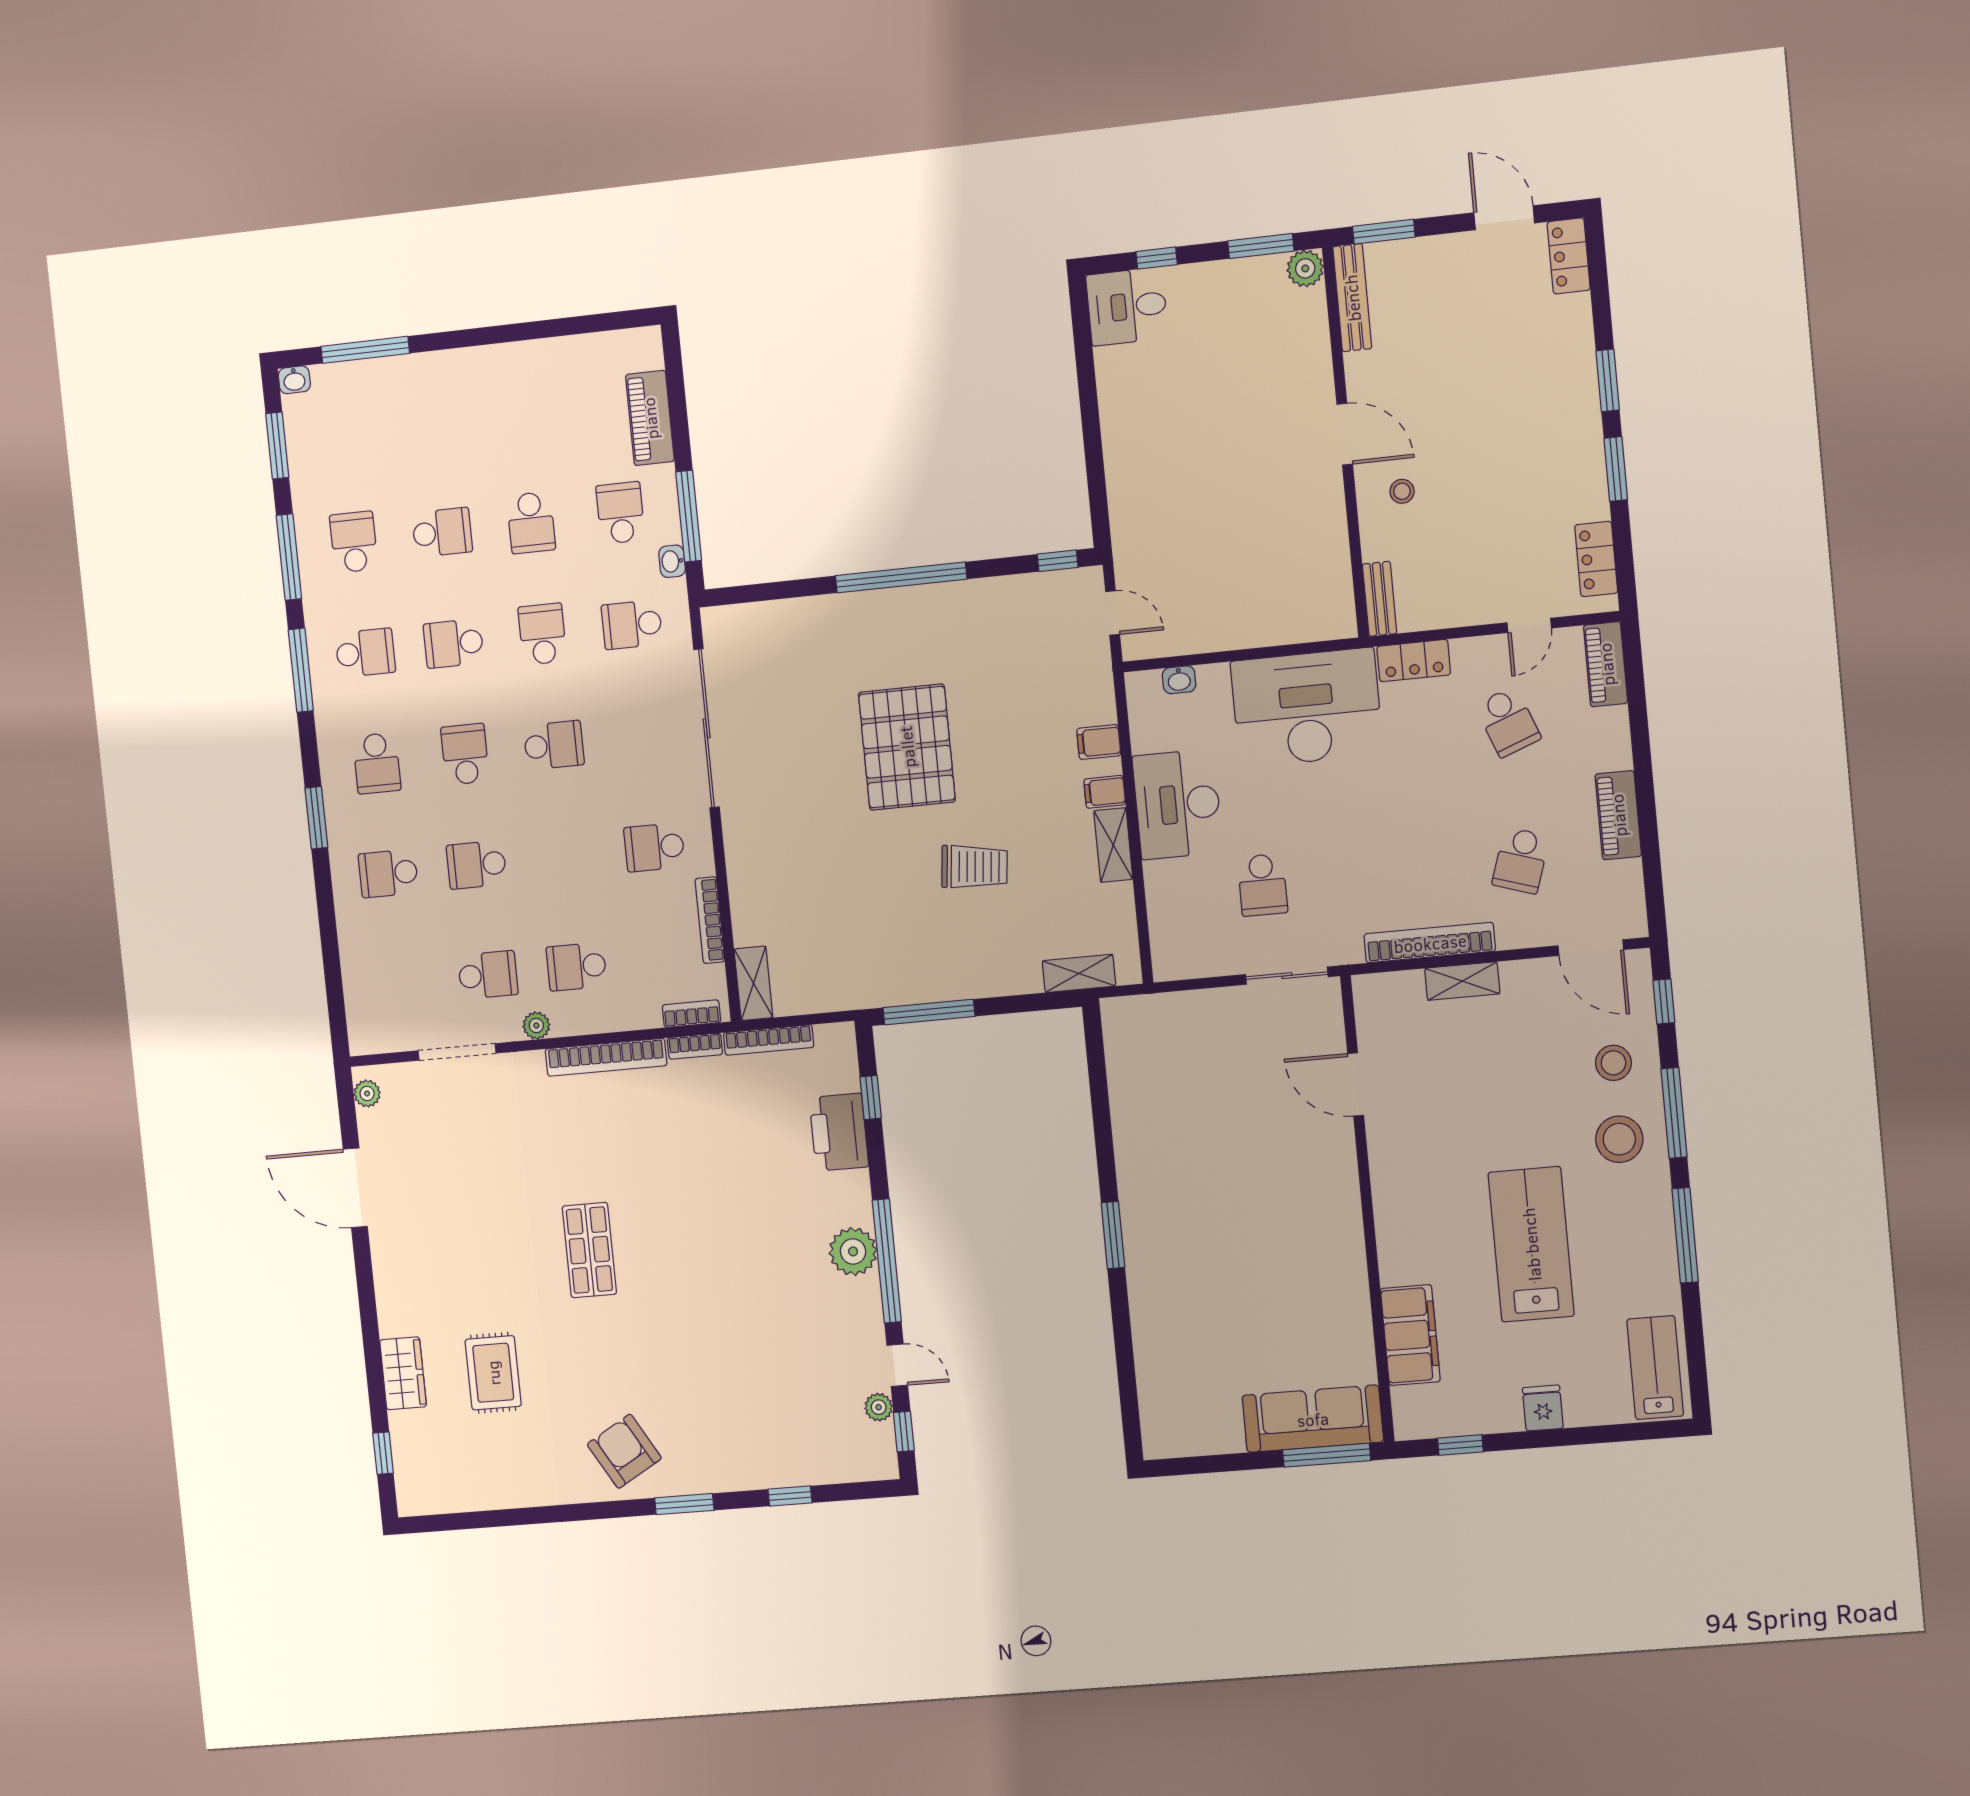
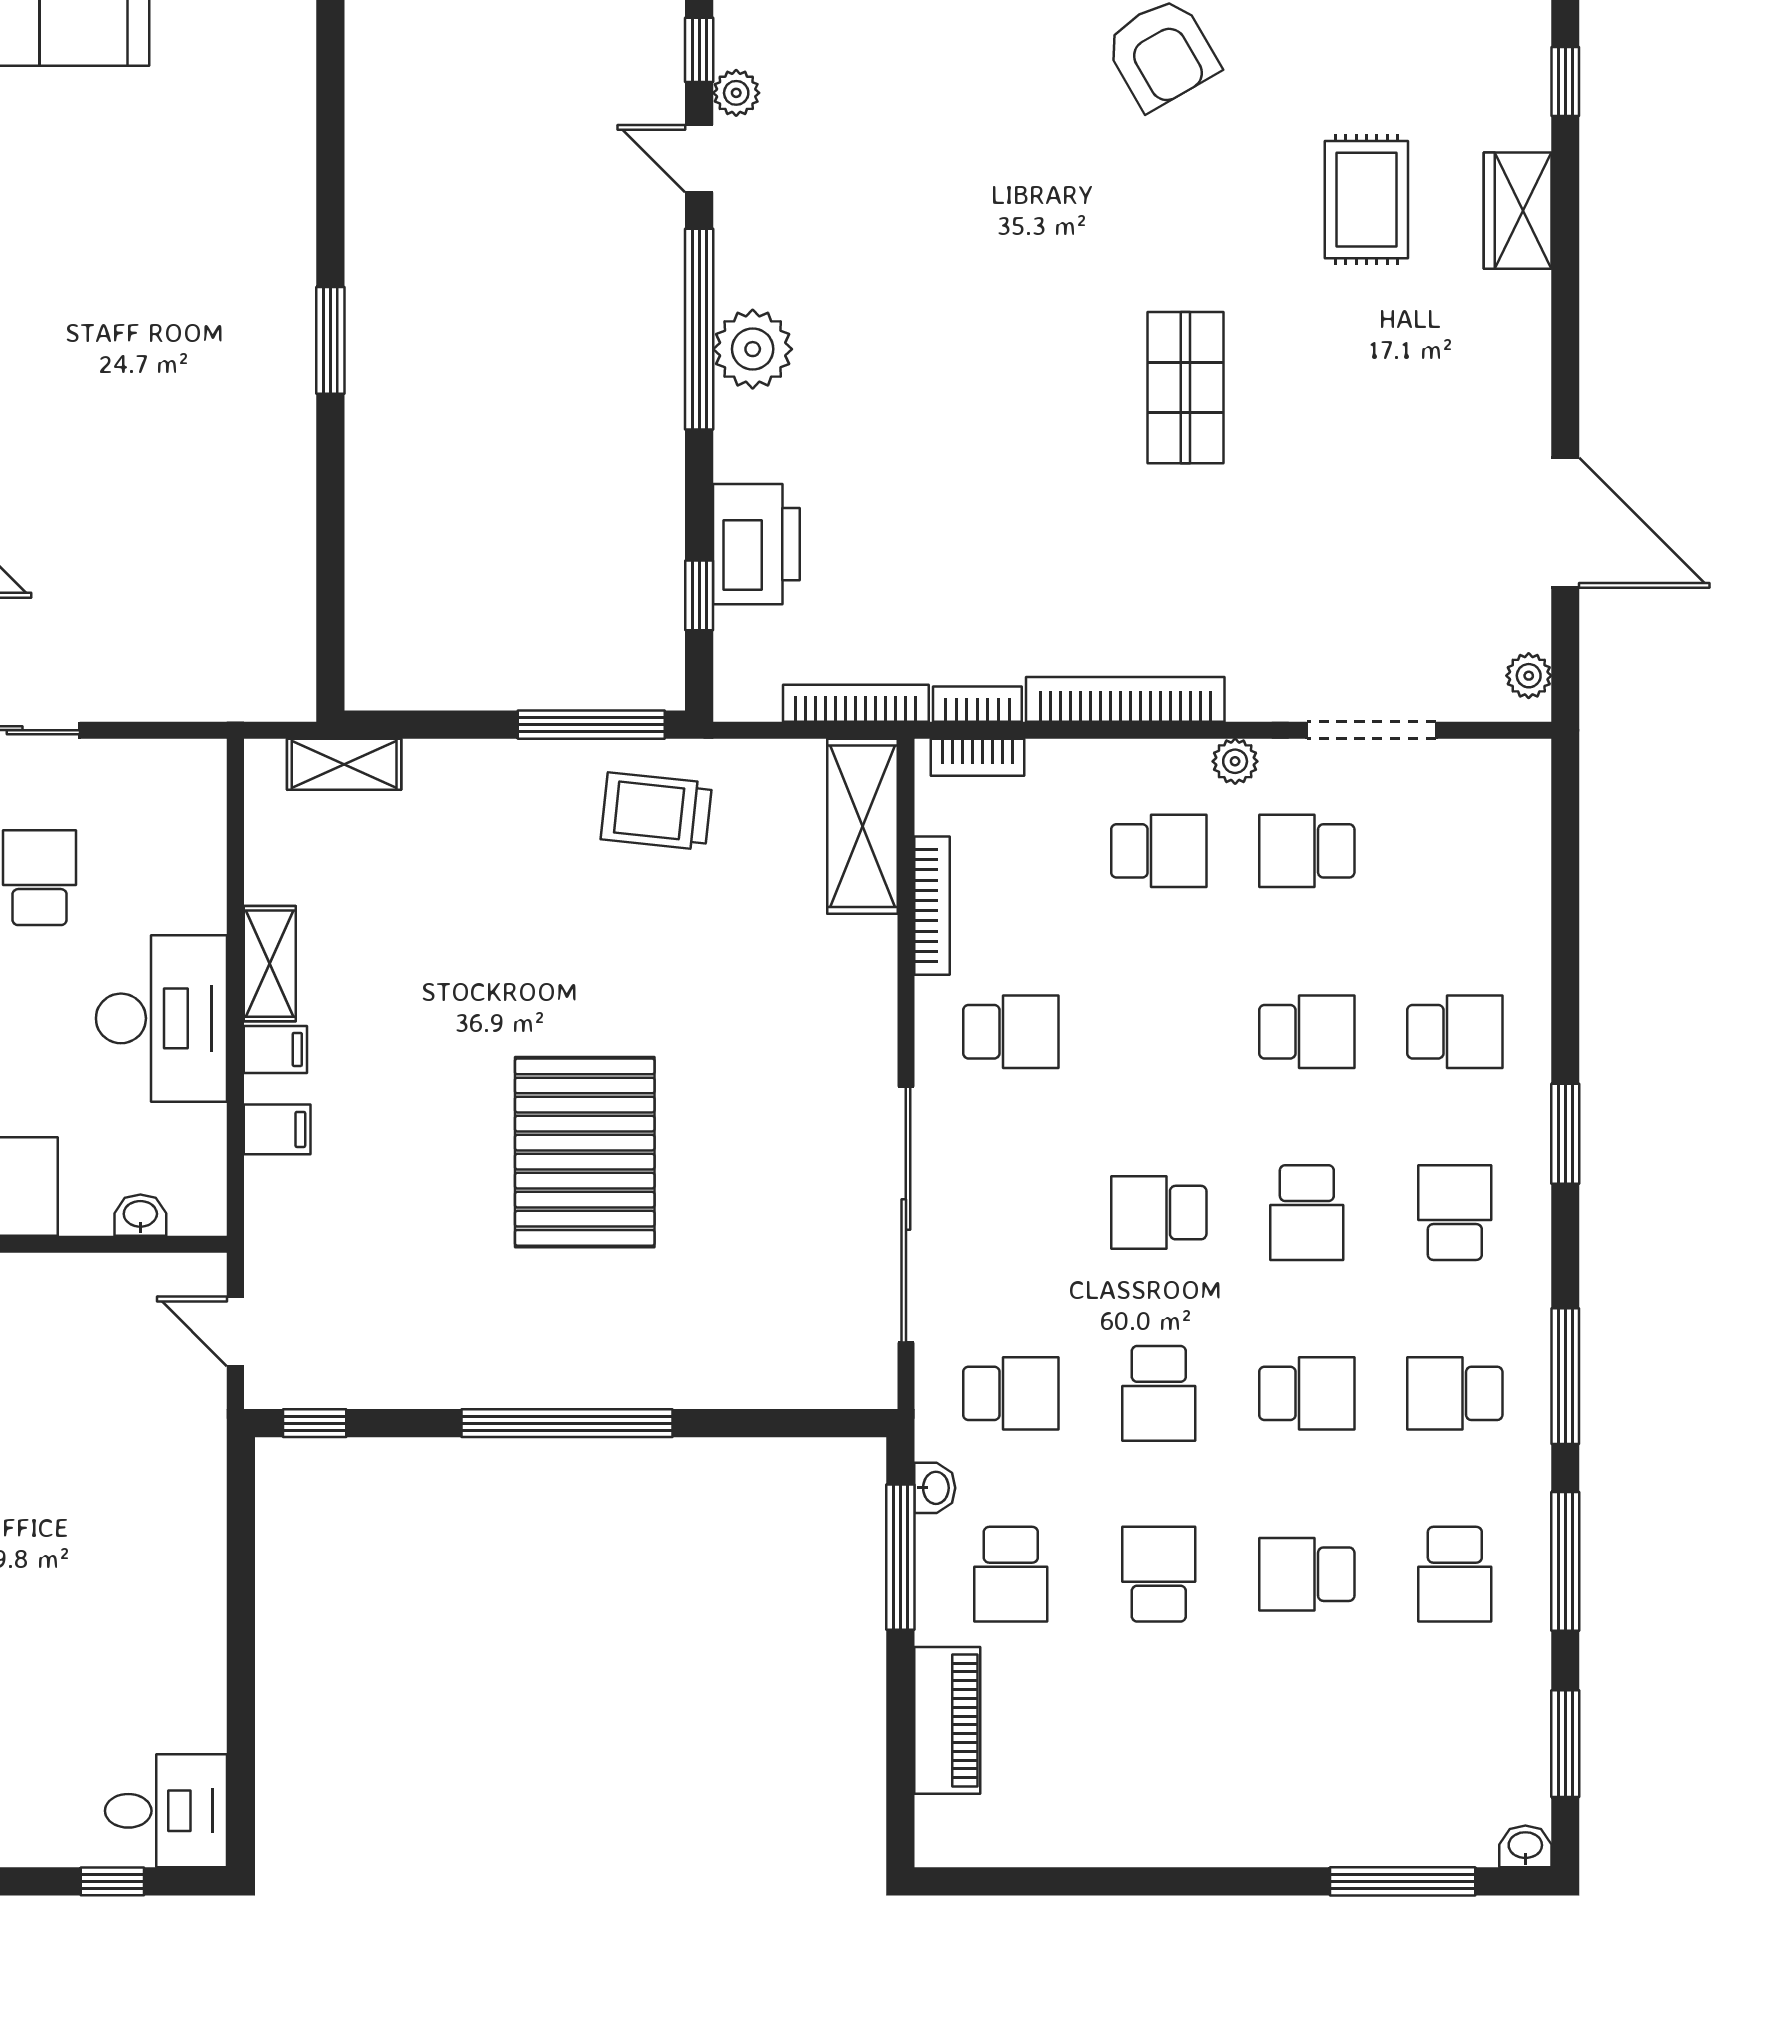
trolley: (975, 867) -> (656, 811), moved
shelving: (753, 983) -> (862, 826), width x1.50, depth x1.33

